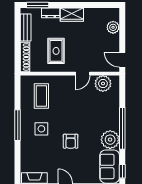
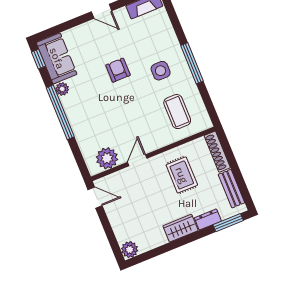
plant: (113, 27) -> (130, 250), moved
plant: (110, 140) -> (62, 89), width x0.53, depth x0.53

